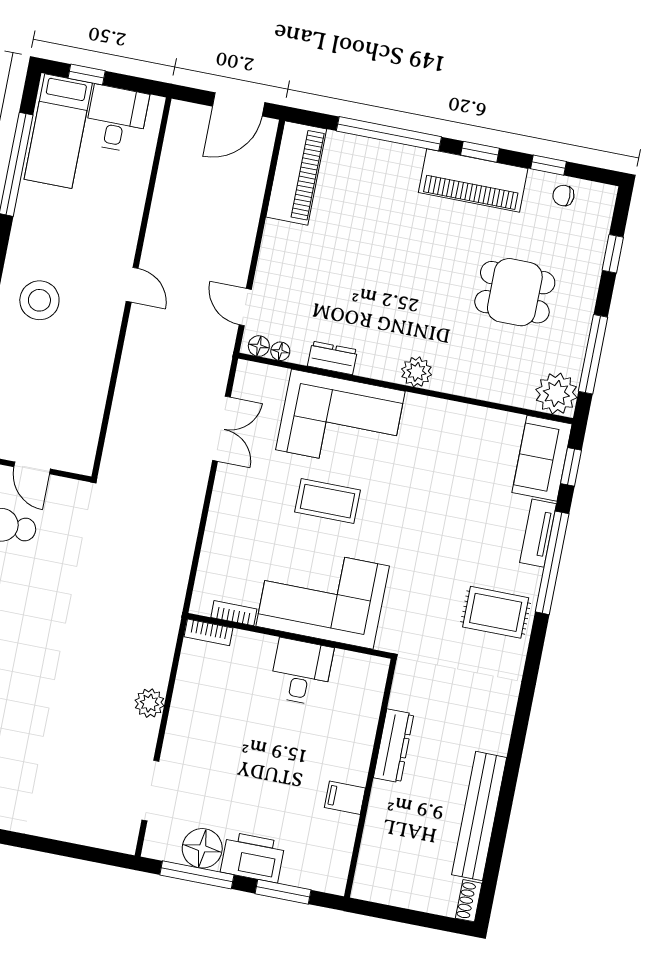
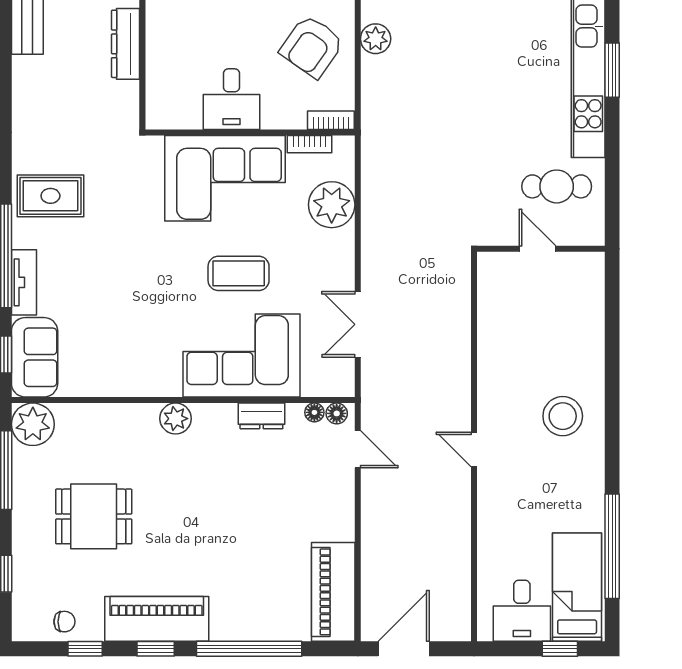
plant: (224, 550) -> (332, 205), added
armchair: (213, 708) -> (312, 46), added

